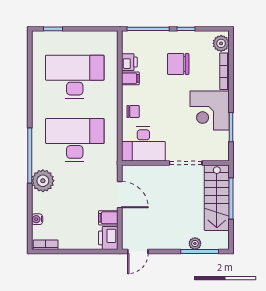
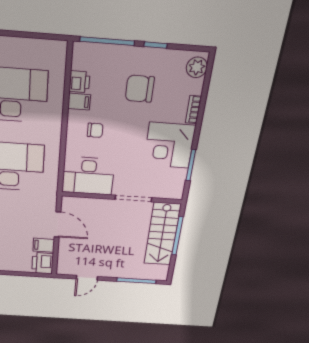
bookcase: (224, 71) -> (193, 110), width x0.64
chair: (133, 111) -> (95, 130), moved
plant: (195, 243) -> (133, 274), removed
door: (138, 251) -> (87, 278), moved

